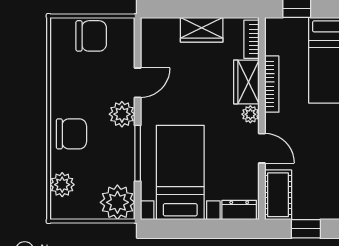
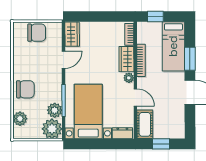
wardrobe: (202, 30) -> (72, 34), moved, turned -90
plant: (122, 114) -> (55, 110), moved

